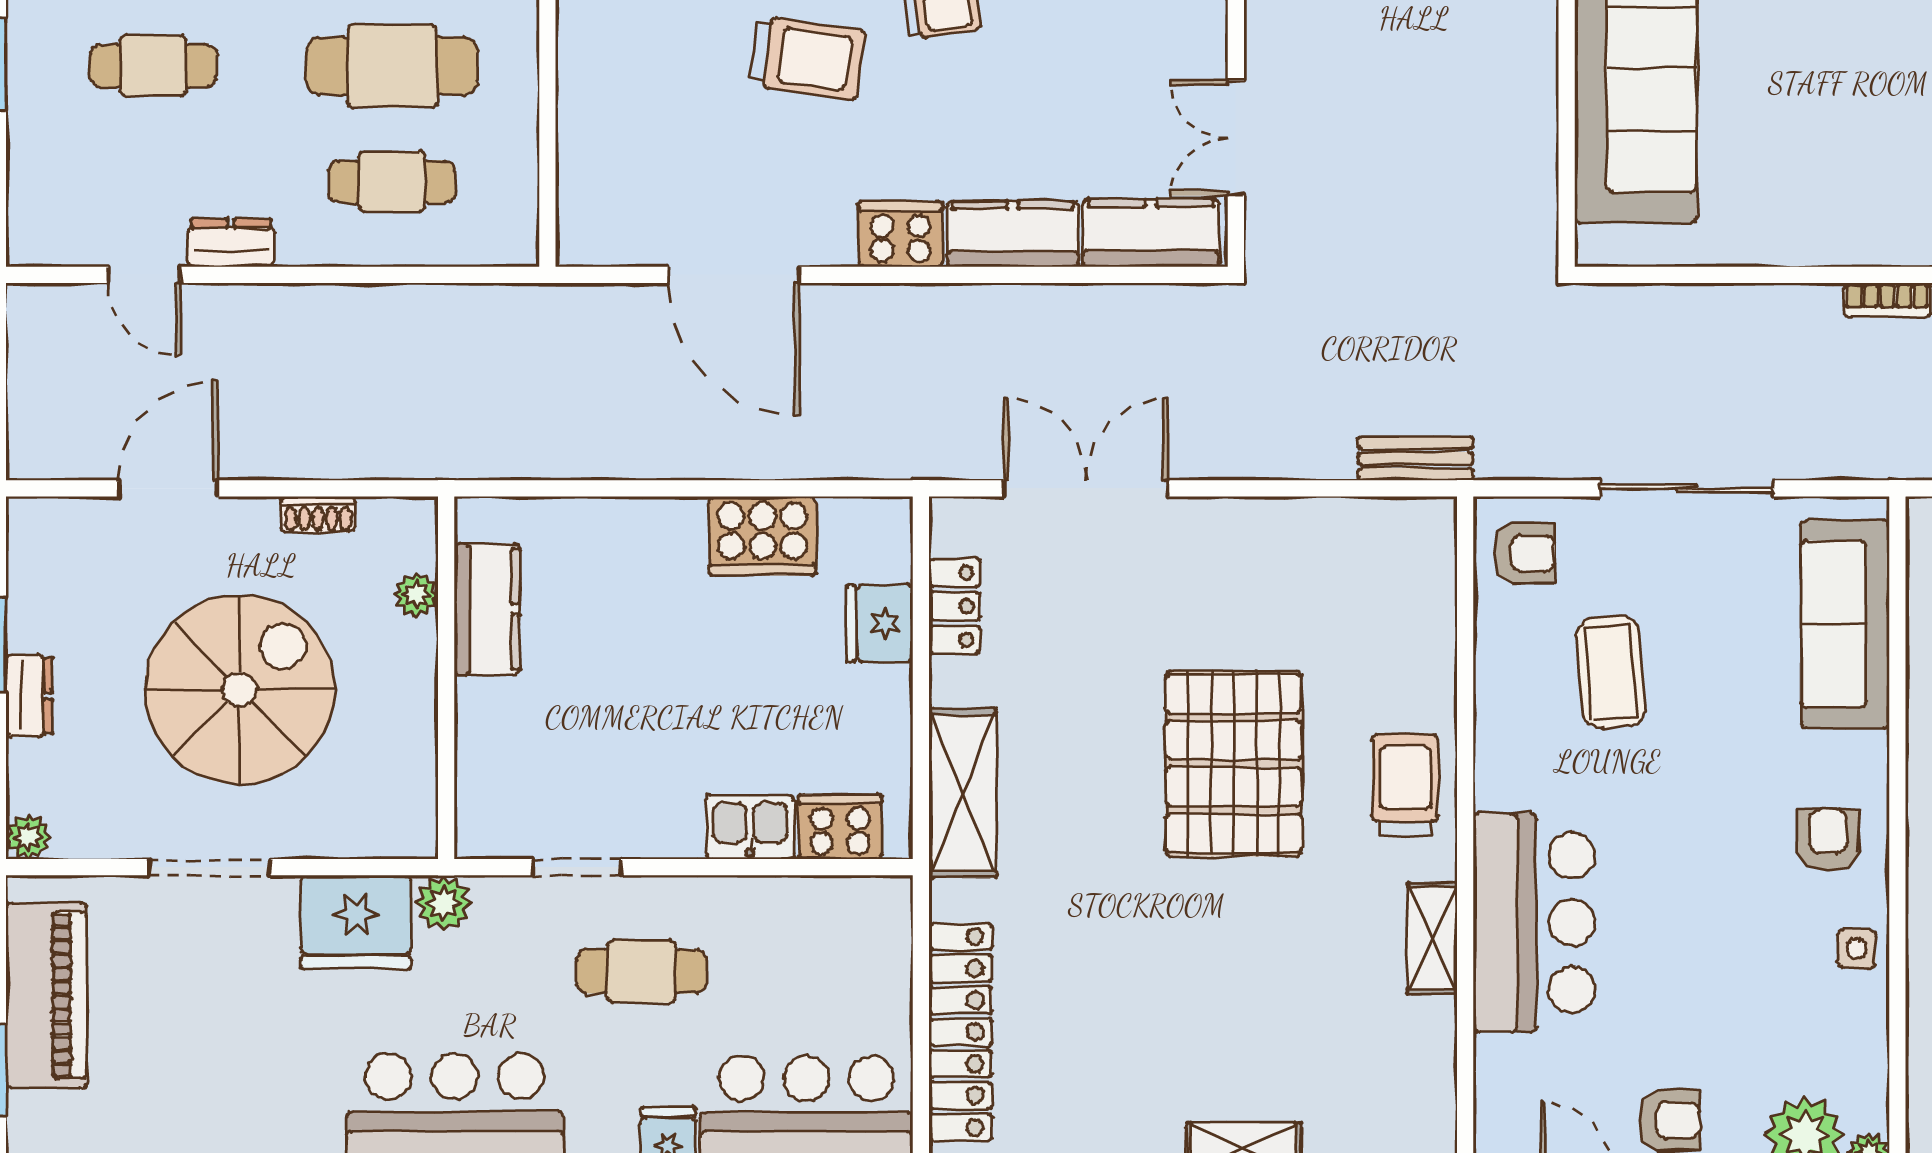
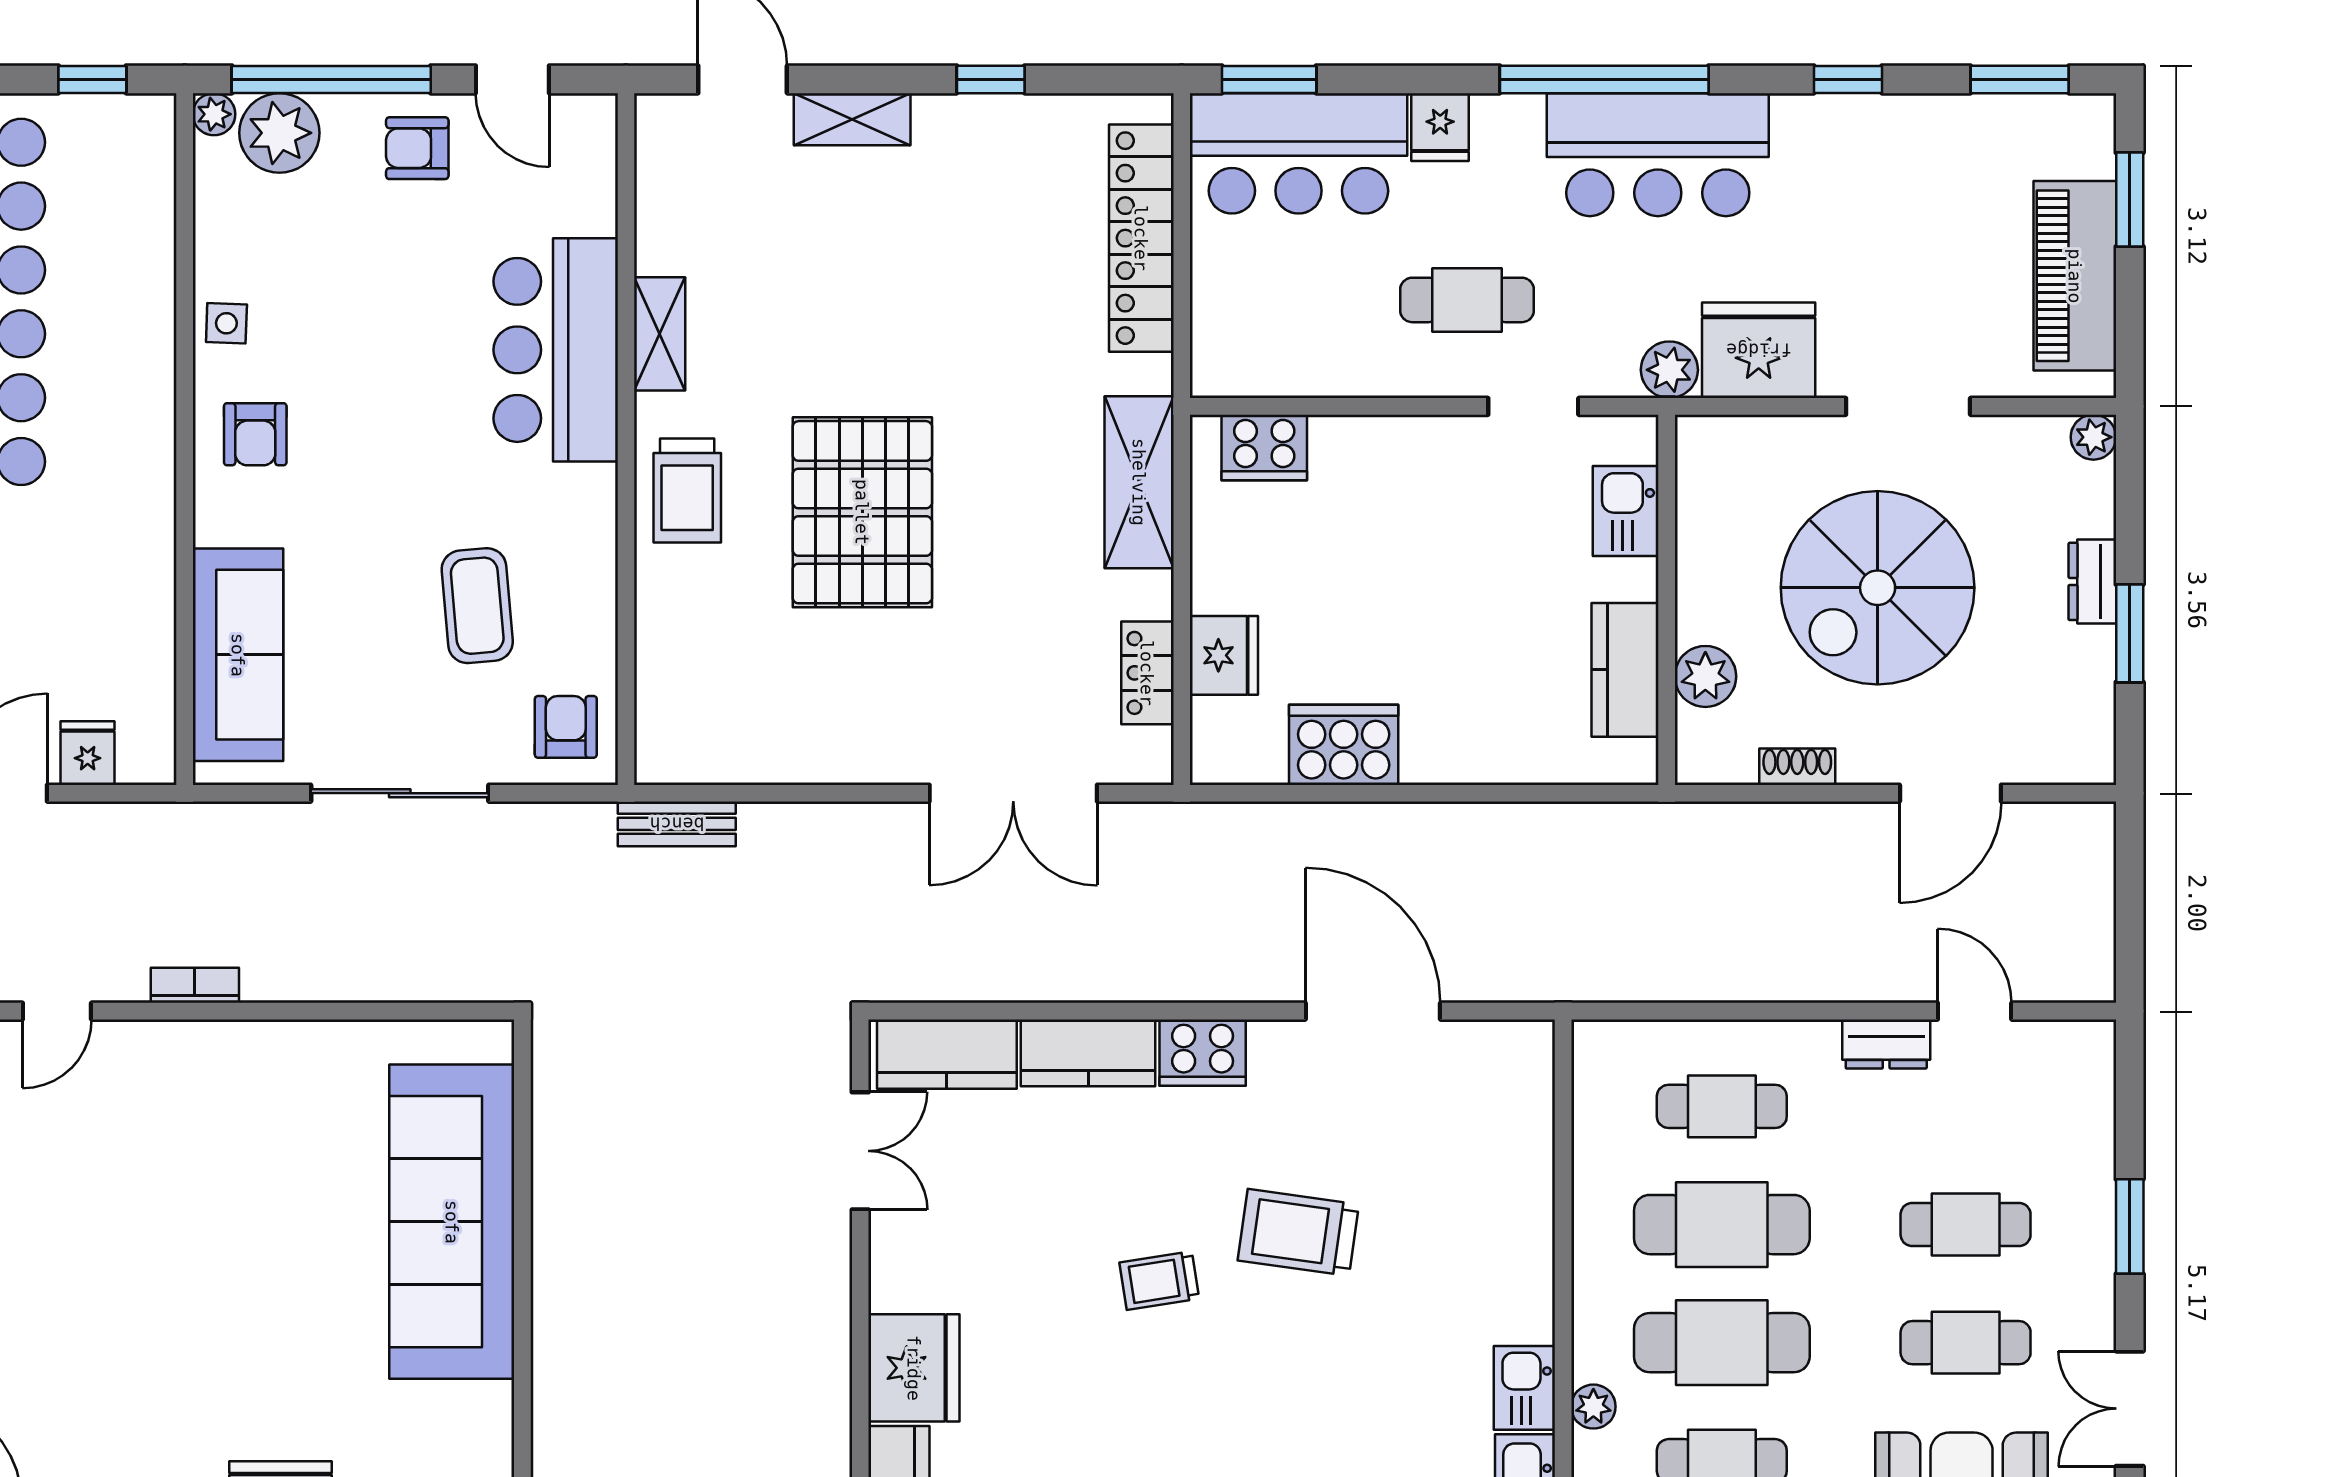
armchair: (1524, 553) -> (566, 727), turned 90
plant: (416, 595) -> (1705, 676), width x1.38, depth x1.38
kitchen sink: (750, 827) -> (1626, 511), moved, turned 90

